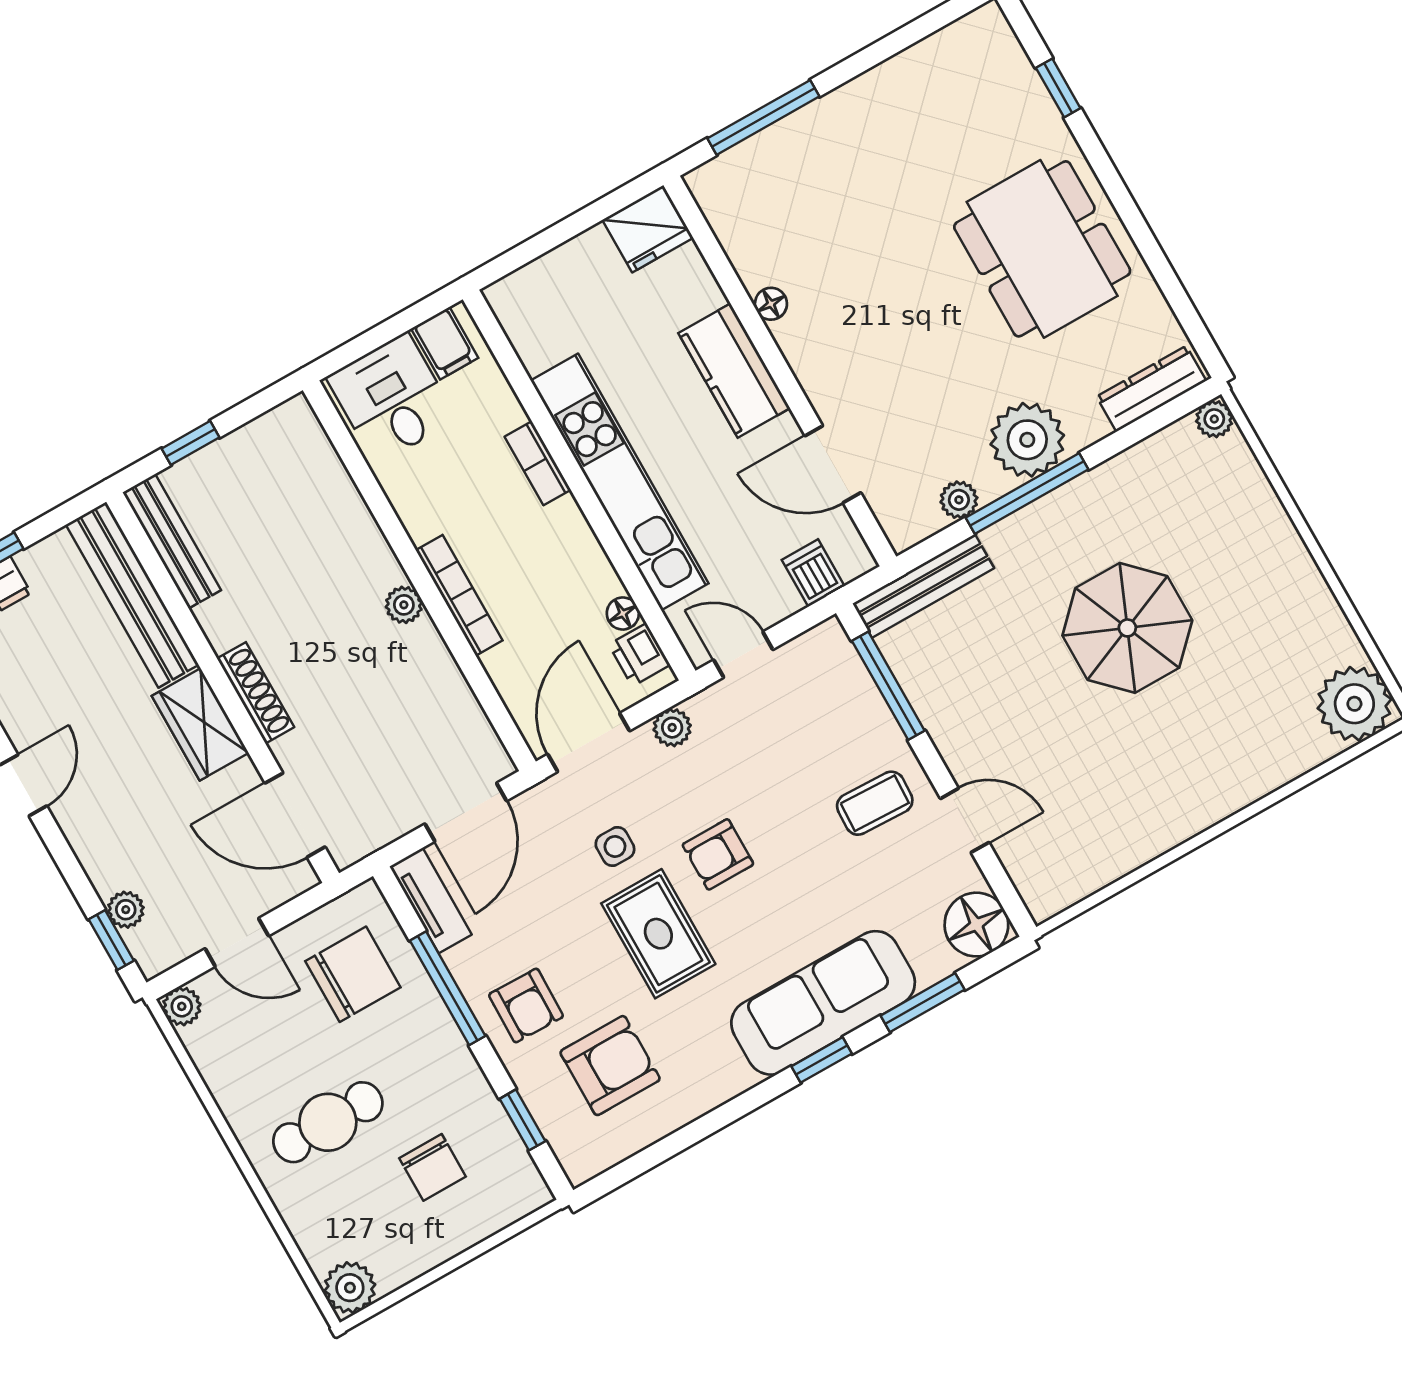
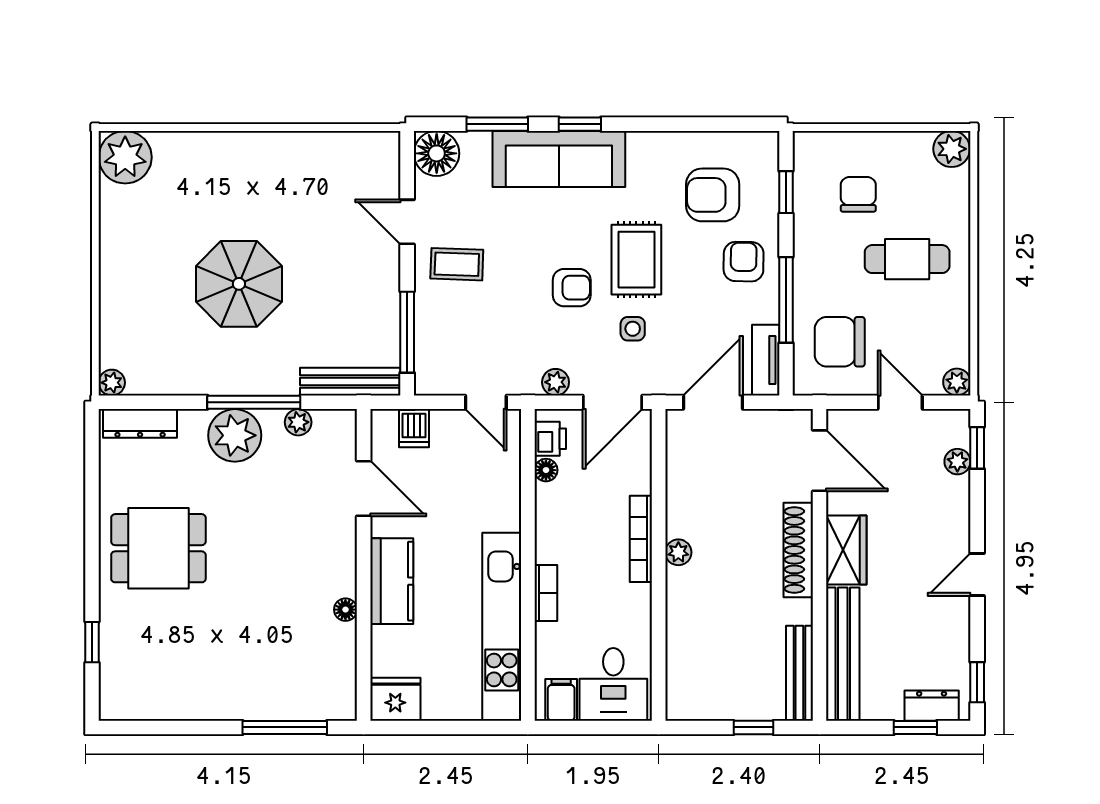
dining table: (1042, 249) -> (158, 548), width x0.73
kitchen unit: (620, 482) -> (502, 627), moved
shoe rack: (256, 693) -> (798, 550), width x1.36, depth x1.24

